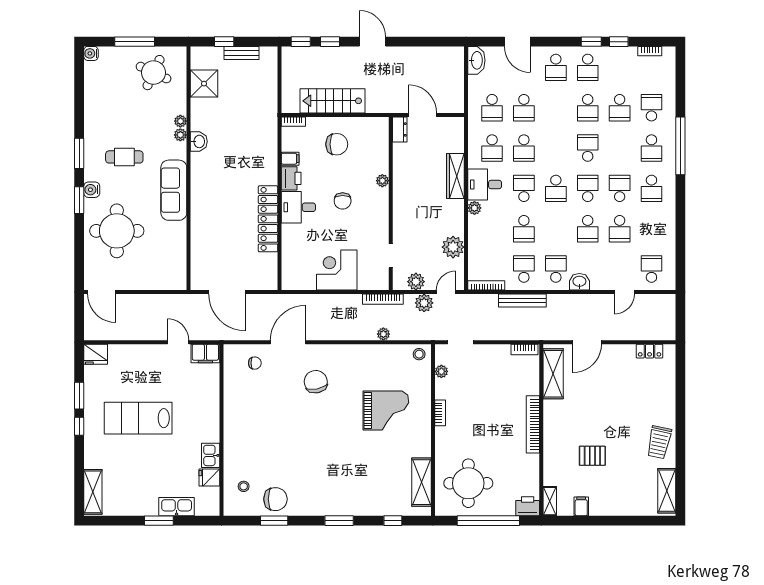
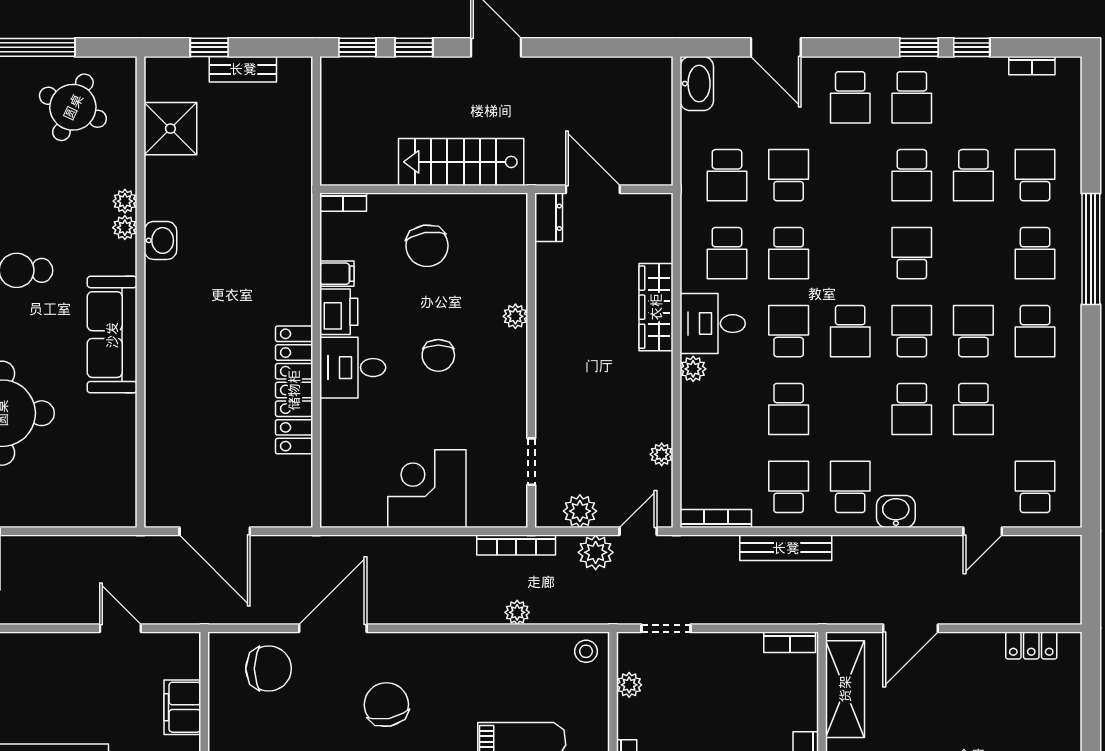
stairs: (333, 101) -> (461, 162), moved
school desk: (524, 108) -> (789, 175), turned 180
chair: (337, 144) -> (427, 246), turned 81
plant: (453, 247) -> (662, 454), width x0.53, depth x0.53
filing cabinet: (205, 354) -> (182, 707), moved, turned 90
chair: (255, 363) -> (269, 669), width x1.87, depth x1.87

